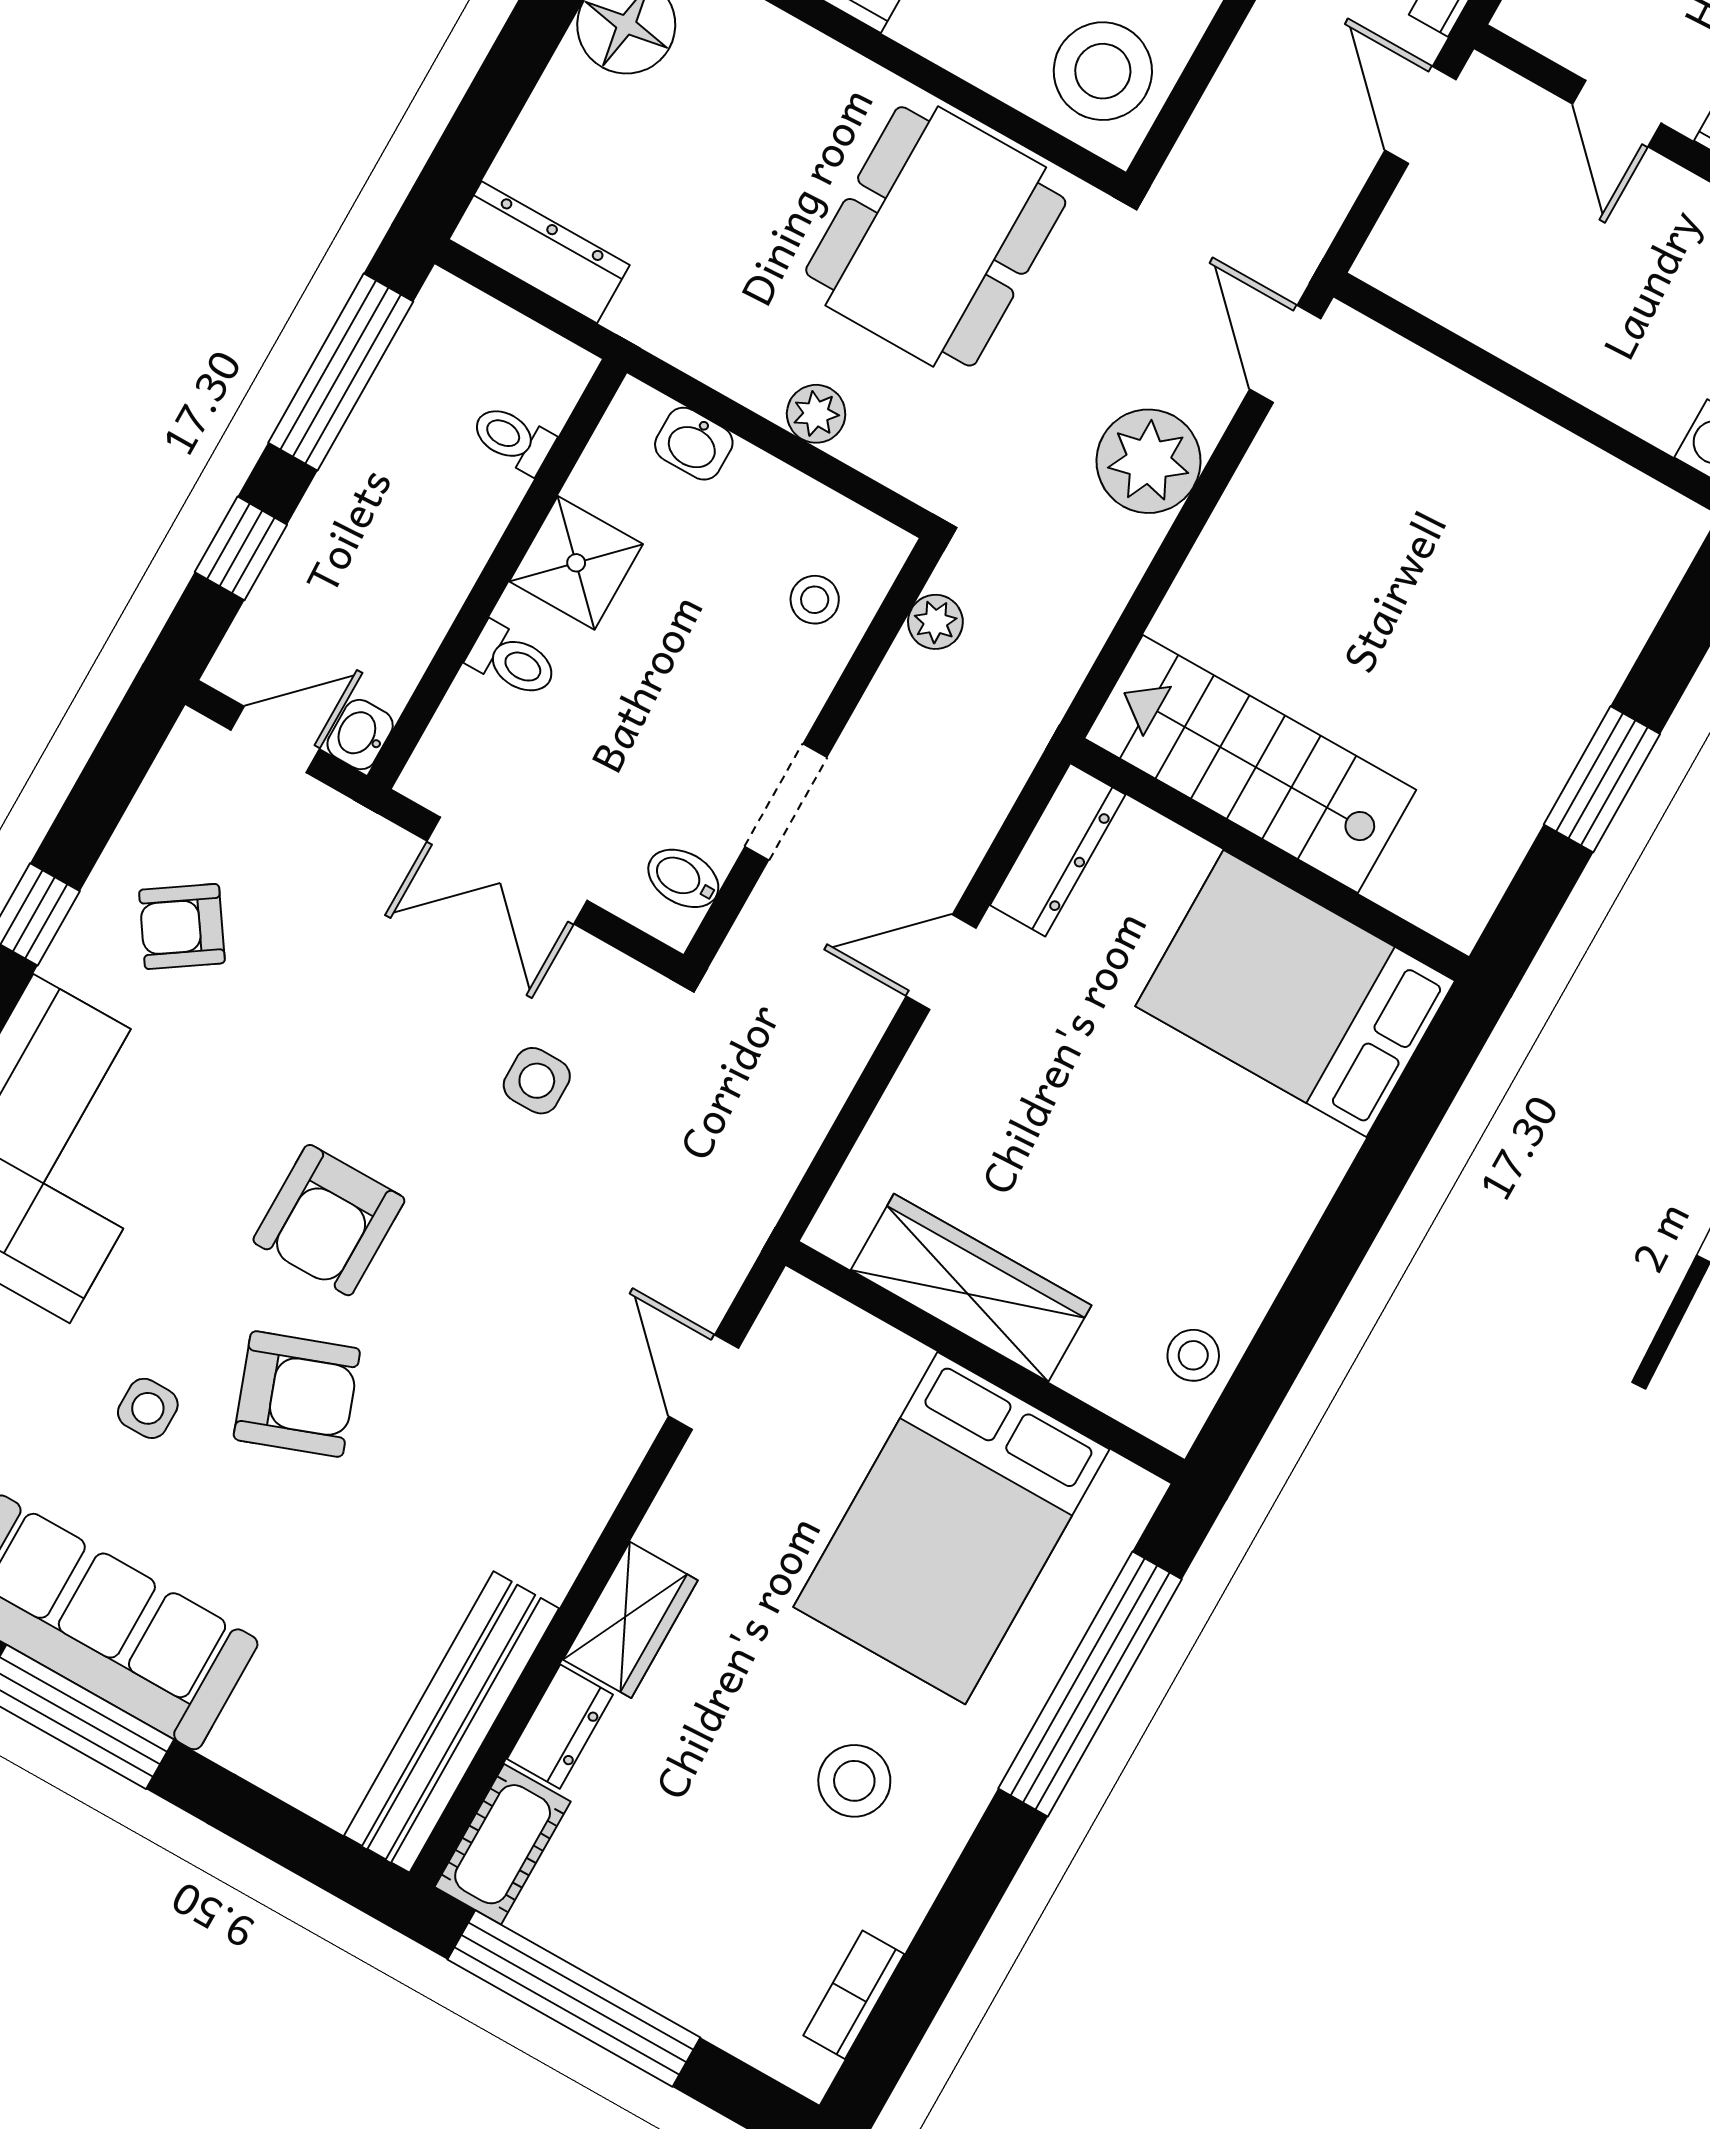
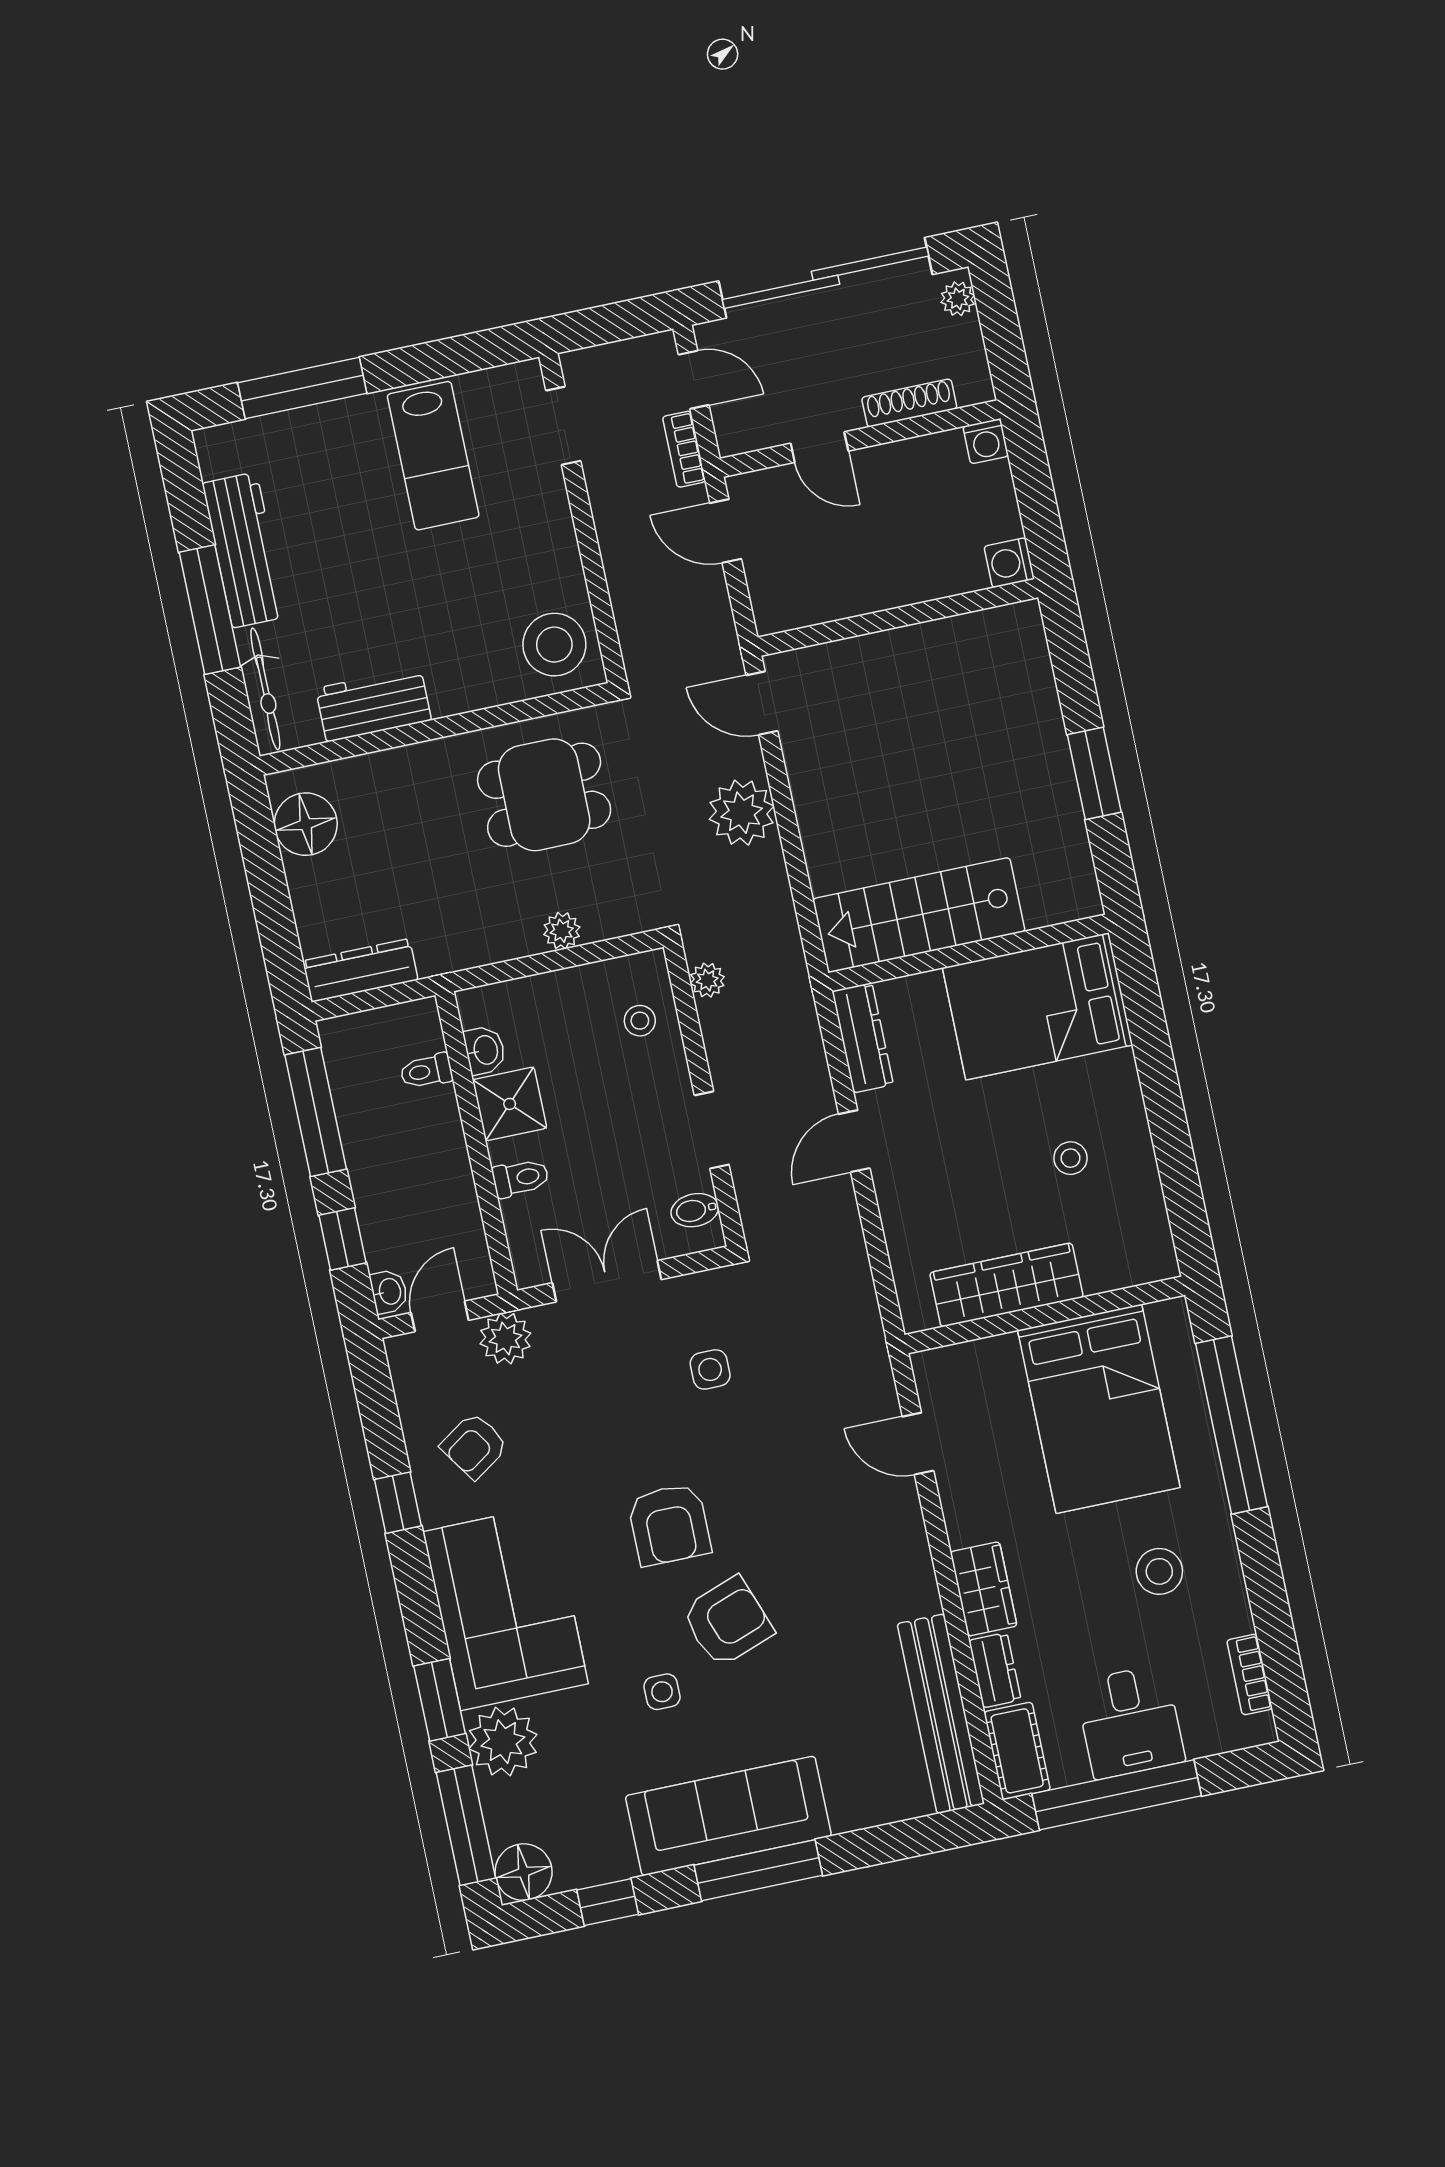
dining table: (936, 236) -> (544, 795), width x0.73
washbasin: (694, 444) -> (485, 1050), moved, turned -90
washbasin: (360, 735) -> (389, 1292), moved, turned 180
plant: (329, 833) -> (505, 1338), added
double door: (507, 871) -> (607, 1281), swing flipped
stool: (1193, 1355) -> (1071, 1158), moved
desk: (665, 1926) -> (1130, 1722), added

